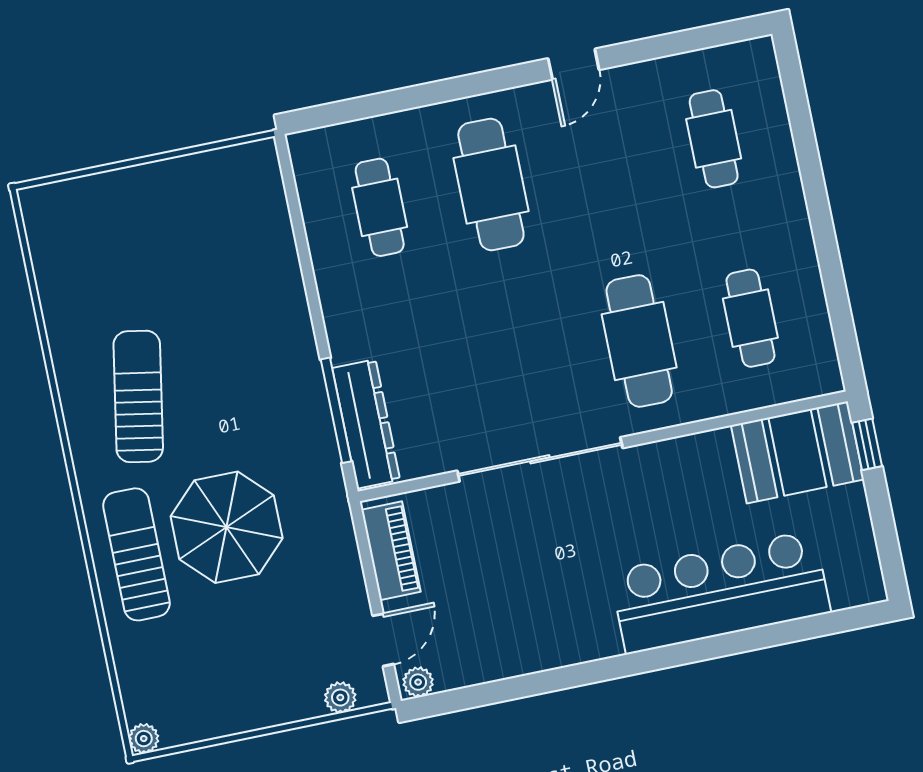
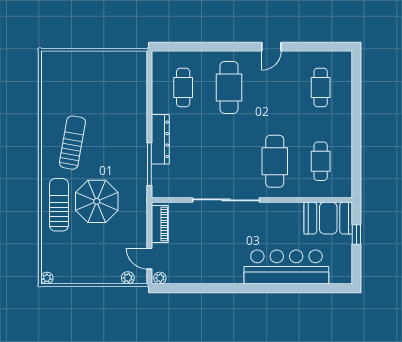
dresser: (366, 424) -> (160, 139), moved
window: (867, 444) -> (356, 234), moved
door: (383, 640) -> (149, 259), swing flipped

